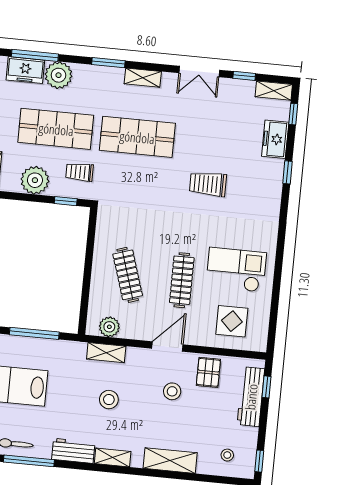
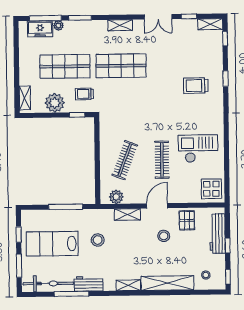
window: (108, 63) -> (80, 18), moved
plant: (58, 75) -> (58, 25), width x0.53, depth x0.53
freezer: (275, 139) -> (215, 57), removed
trolley: (208, 184) -> (196, 86), moved
clothes rail: (128, 275) -> (125, 160), turned 39
display table: (232, 321) -> (211, 189), moved
shelving: (106, 353) -> (127, 214), moved
window: (266, 387) -> (228, 245), moved
stool: (109, 400) -> (98, 240), moved
workbench: (73, 451) -> (89, 284), moved
shelving: (170, 461) -> (167, 283), width x1.47

